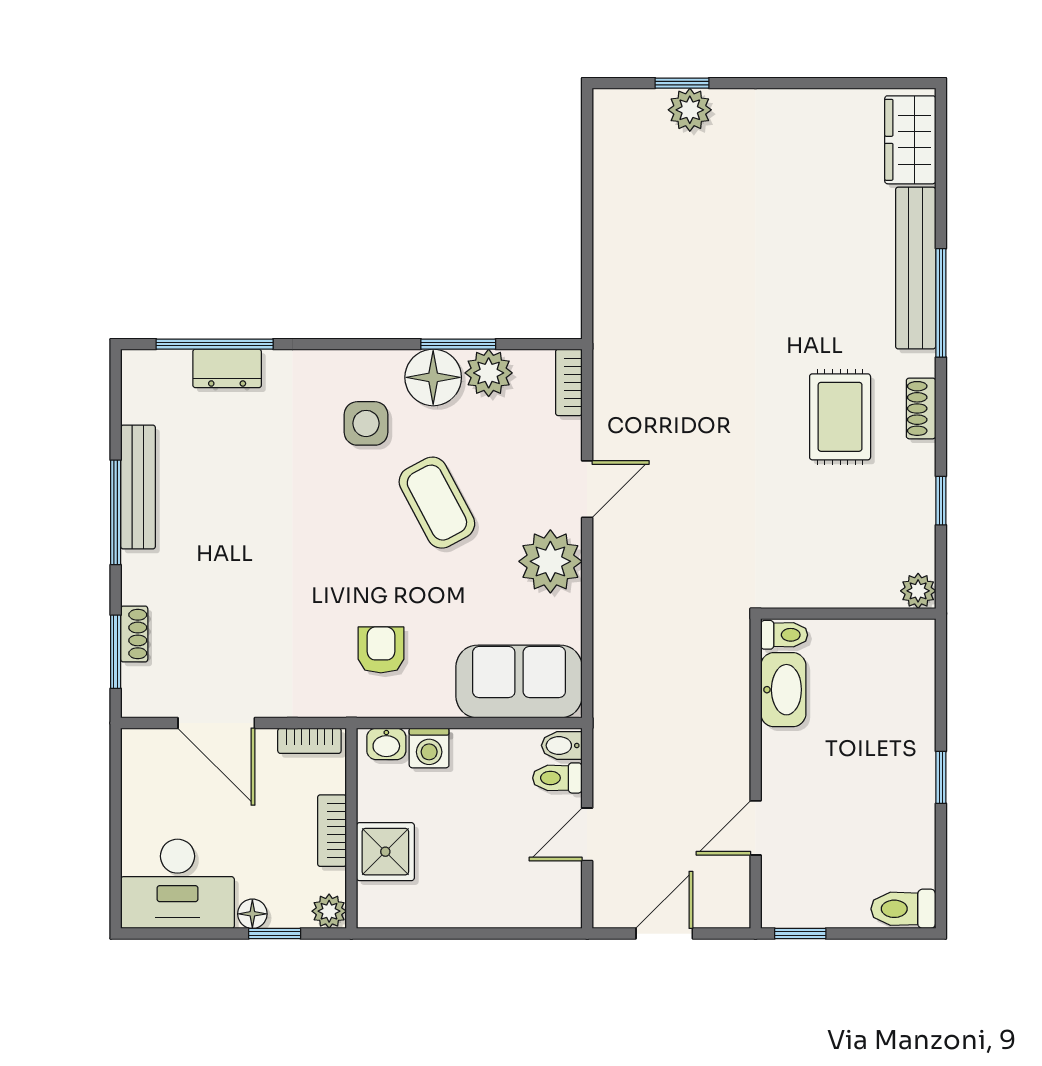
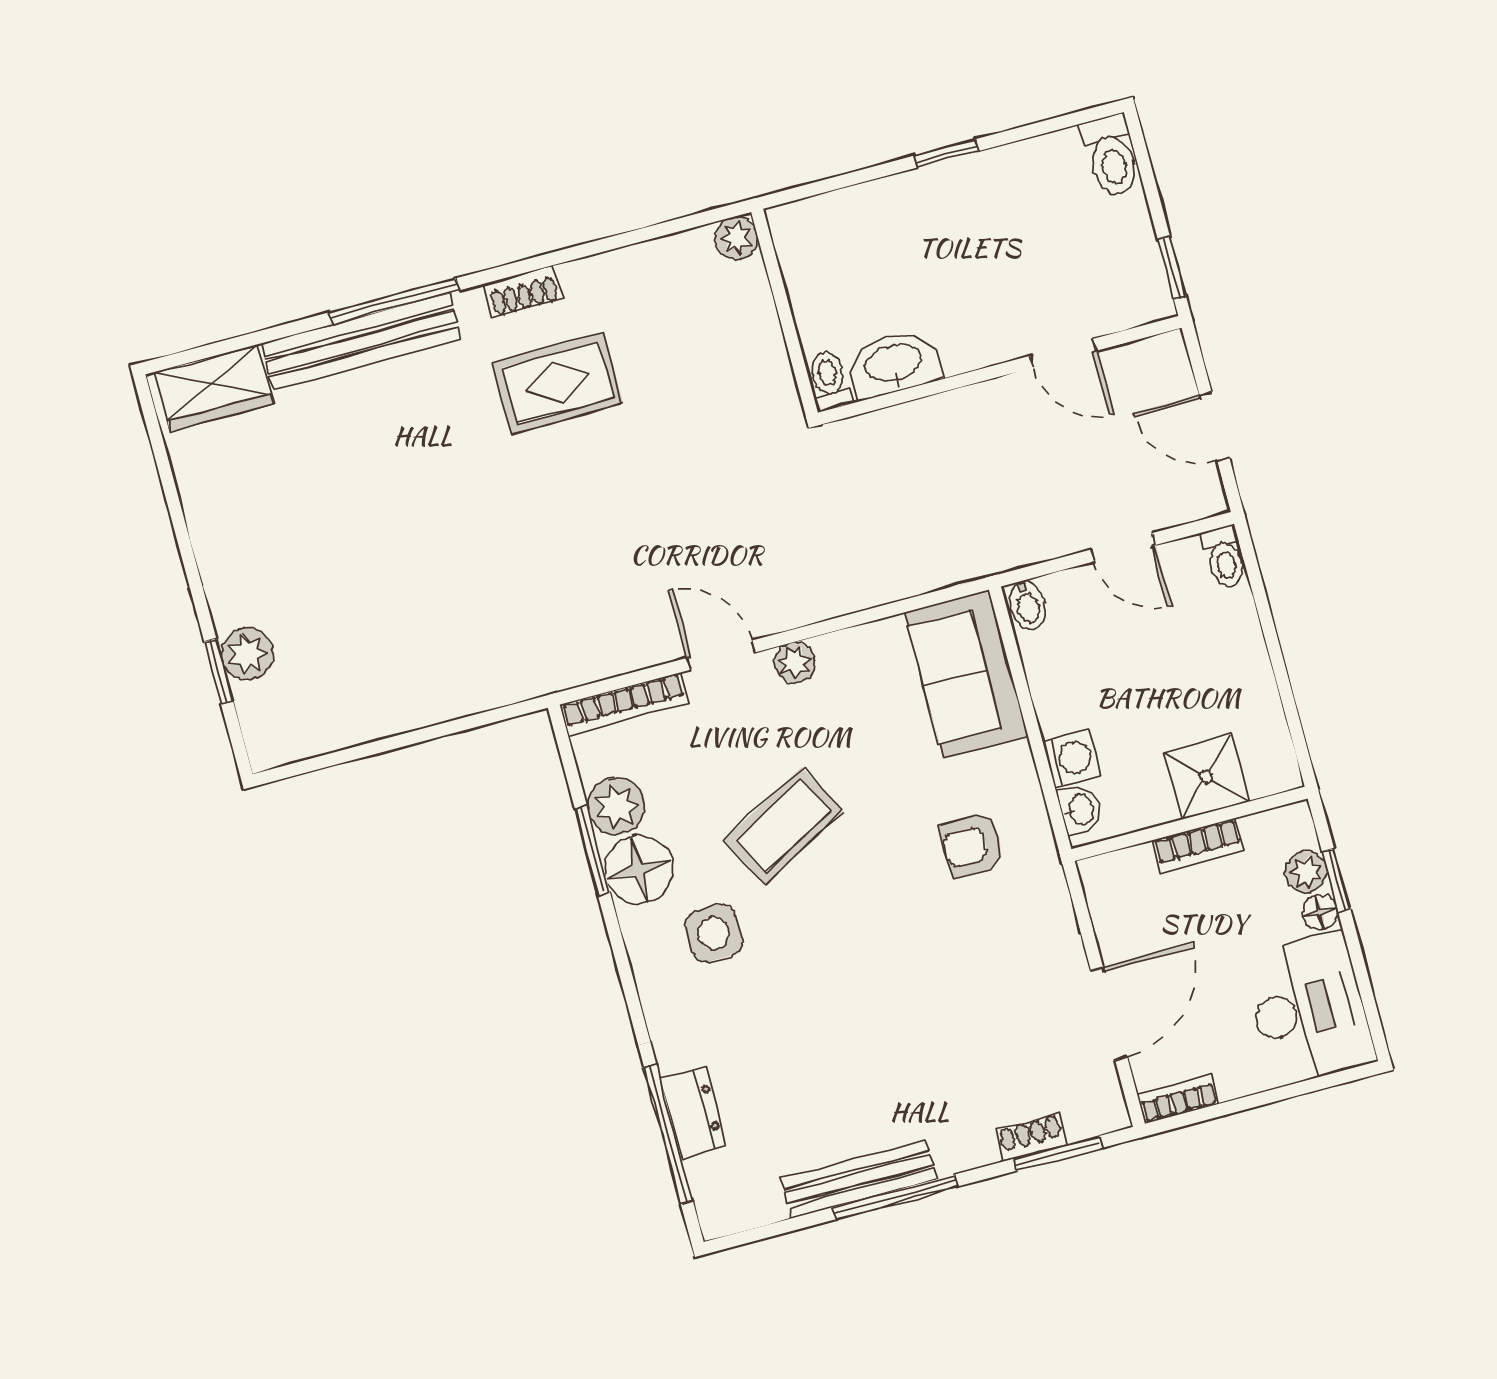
bookcase: (569, 382) -> (624, 704), width x1.56
window: (941, 501) -> (624, 240), removed
plant: (550, 561) -> (795, 663), width x0.53, depth x0.53
bookcase: (309, 741) -> (1178, 1099), moved, turned -90
toilet: (557, 778) -> (1224, 557), moved
plant: (329, 911) -> (1306, 872), moved

